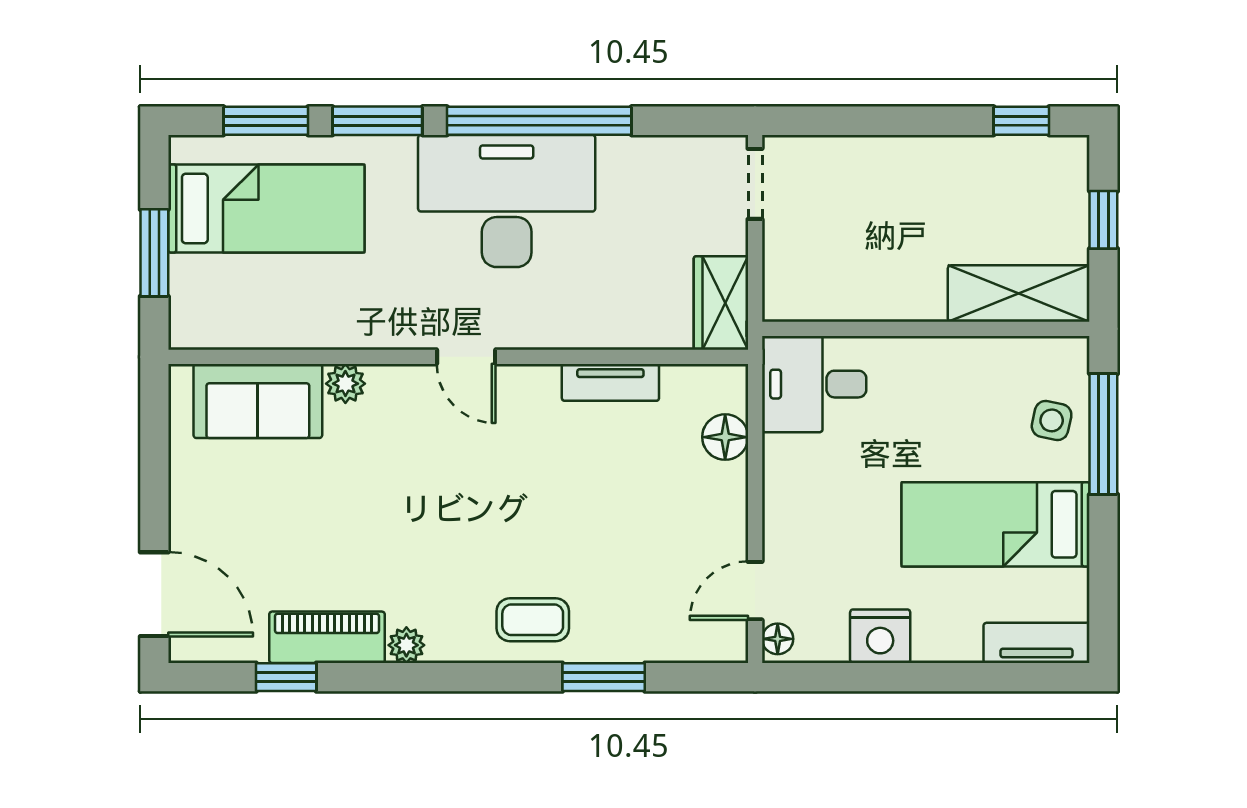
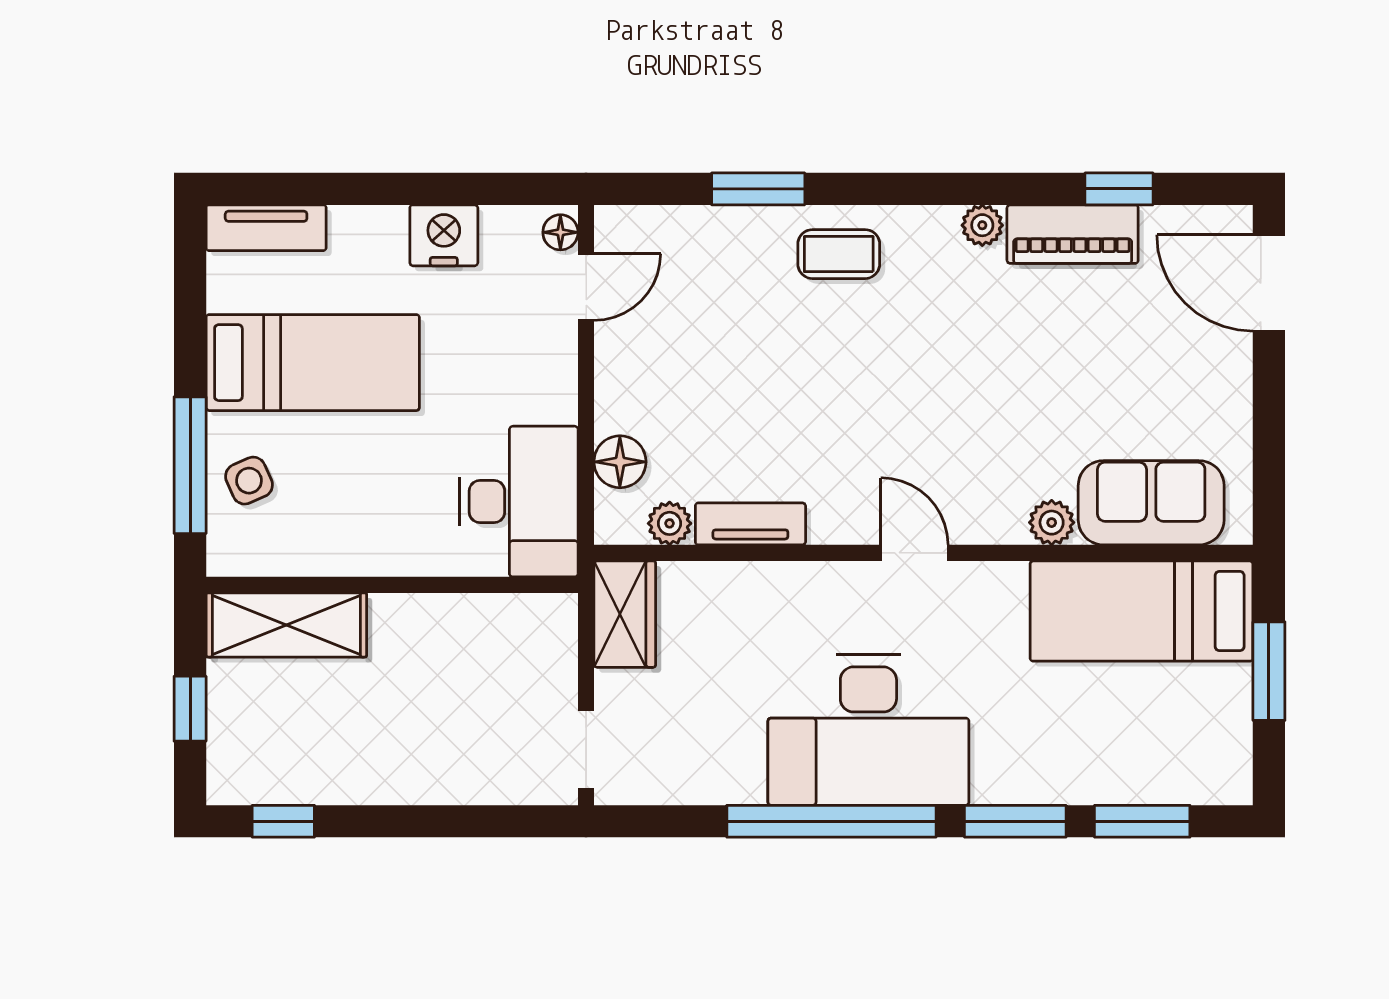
bed: (266, 209) -> (1142, 611), moved
plant: (682, 383) -> (670, 523), added
desk: (814, 384) -> (519, 502), width x1.37
side table: (1052, 420) -> (249, 481), turned -36

